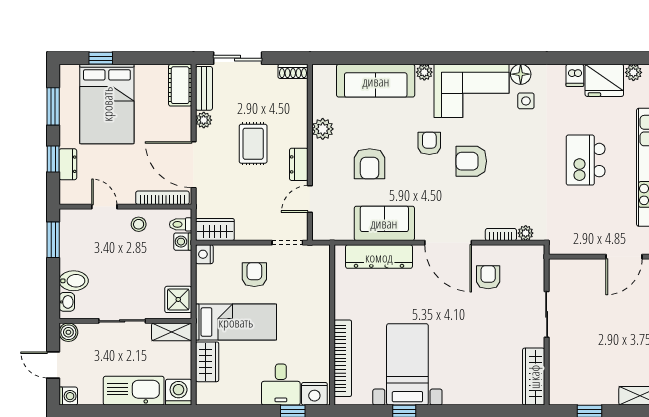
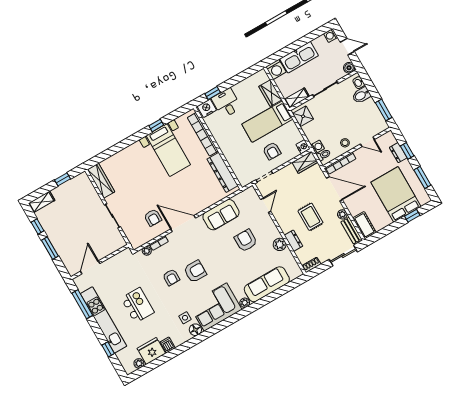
armchair: (429, 143) -> (171, 277), moved
dresser: (299, 164) -> (293, 241), moved
dresser: (379, 257) -> (223, 172), moved, turned -90

